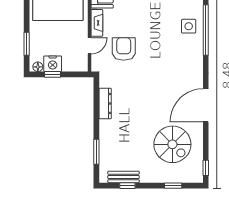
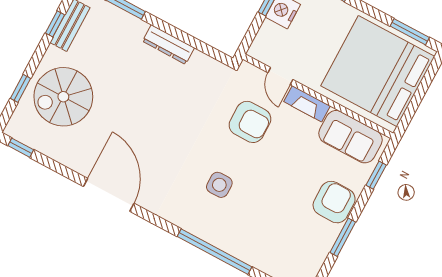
side table: (189, 26) -> (219, 185), moved
dresser: (105, 104) -> (168, 44), moved
spiral stairs: (172, 144) -> (63, 97), moved

